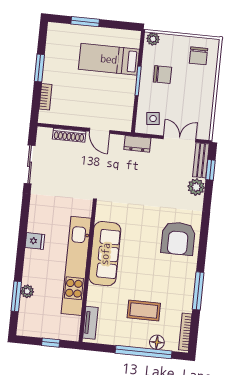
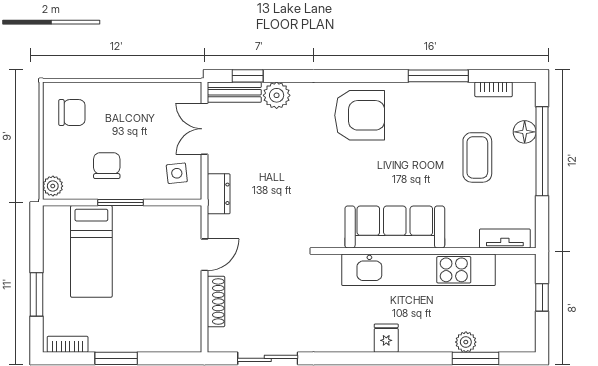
bookcase: (46, 97) -> (68, 344), moved
bookcase: (185, 332) -> (494, 89), width x0.64

